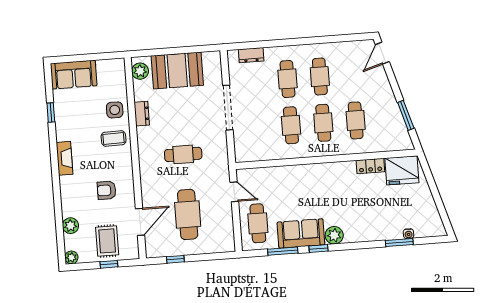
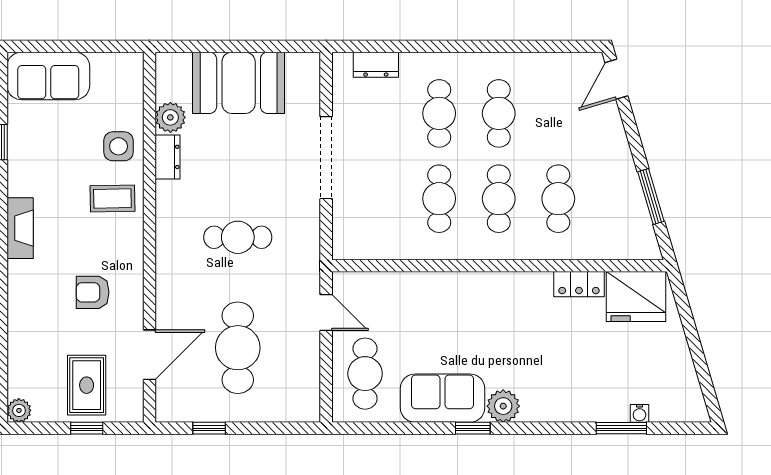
plant: (140, 71) -> (170, 117), moved
plant: (70, 226) -> (22, 352), removed
window: (283, 251) -> (407, 428), removed

